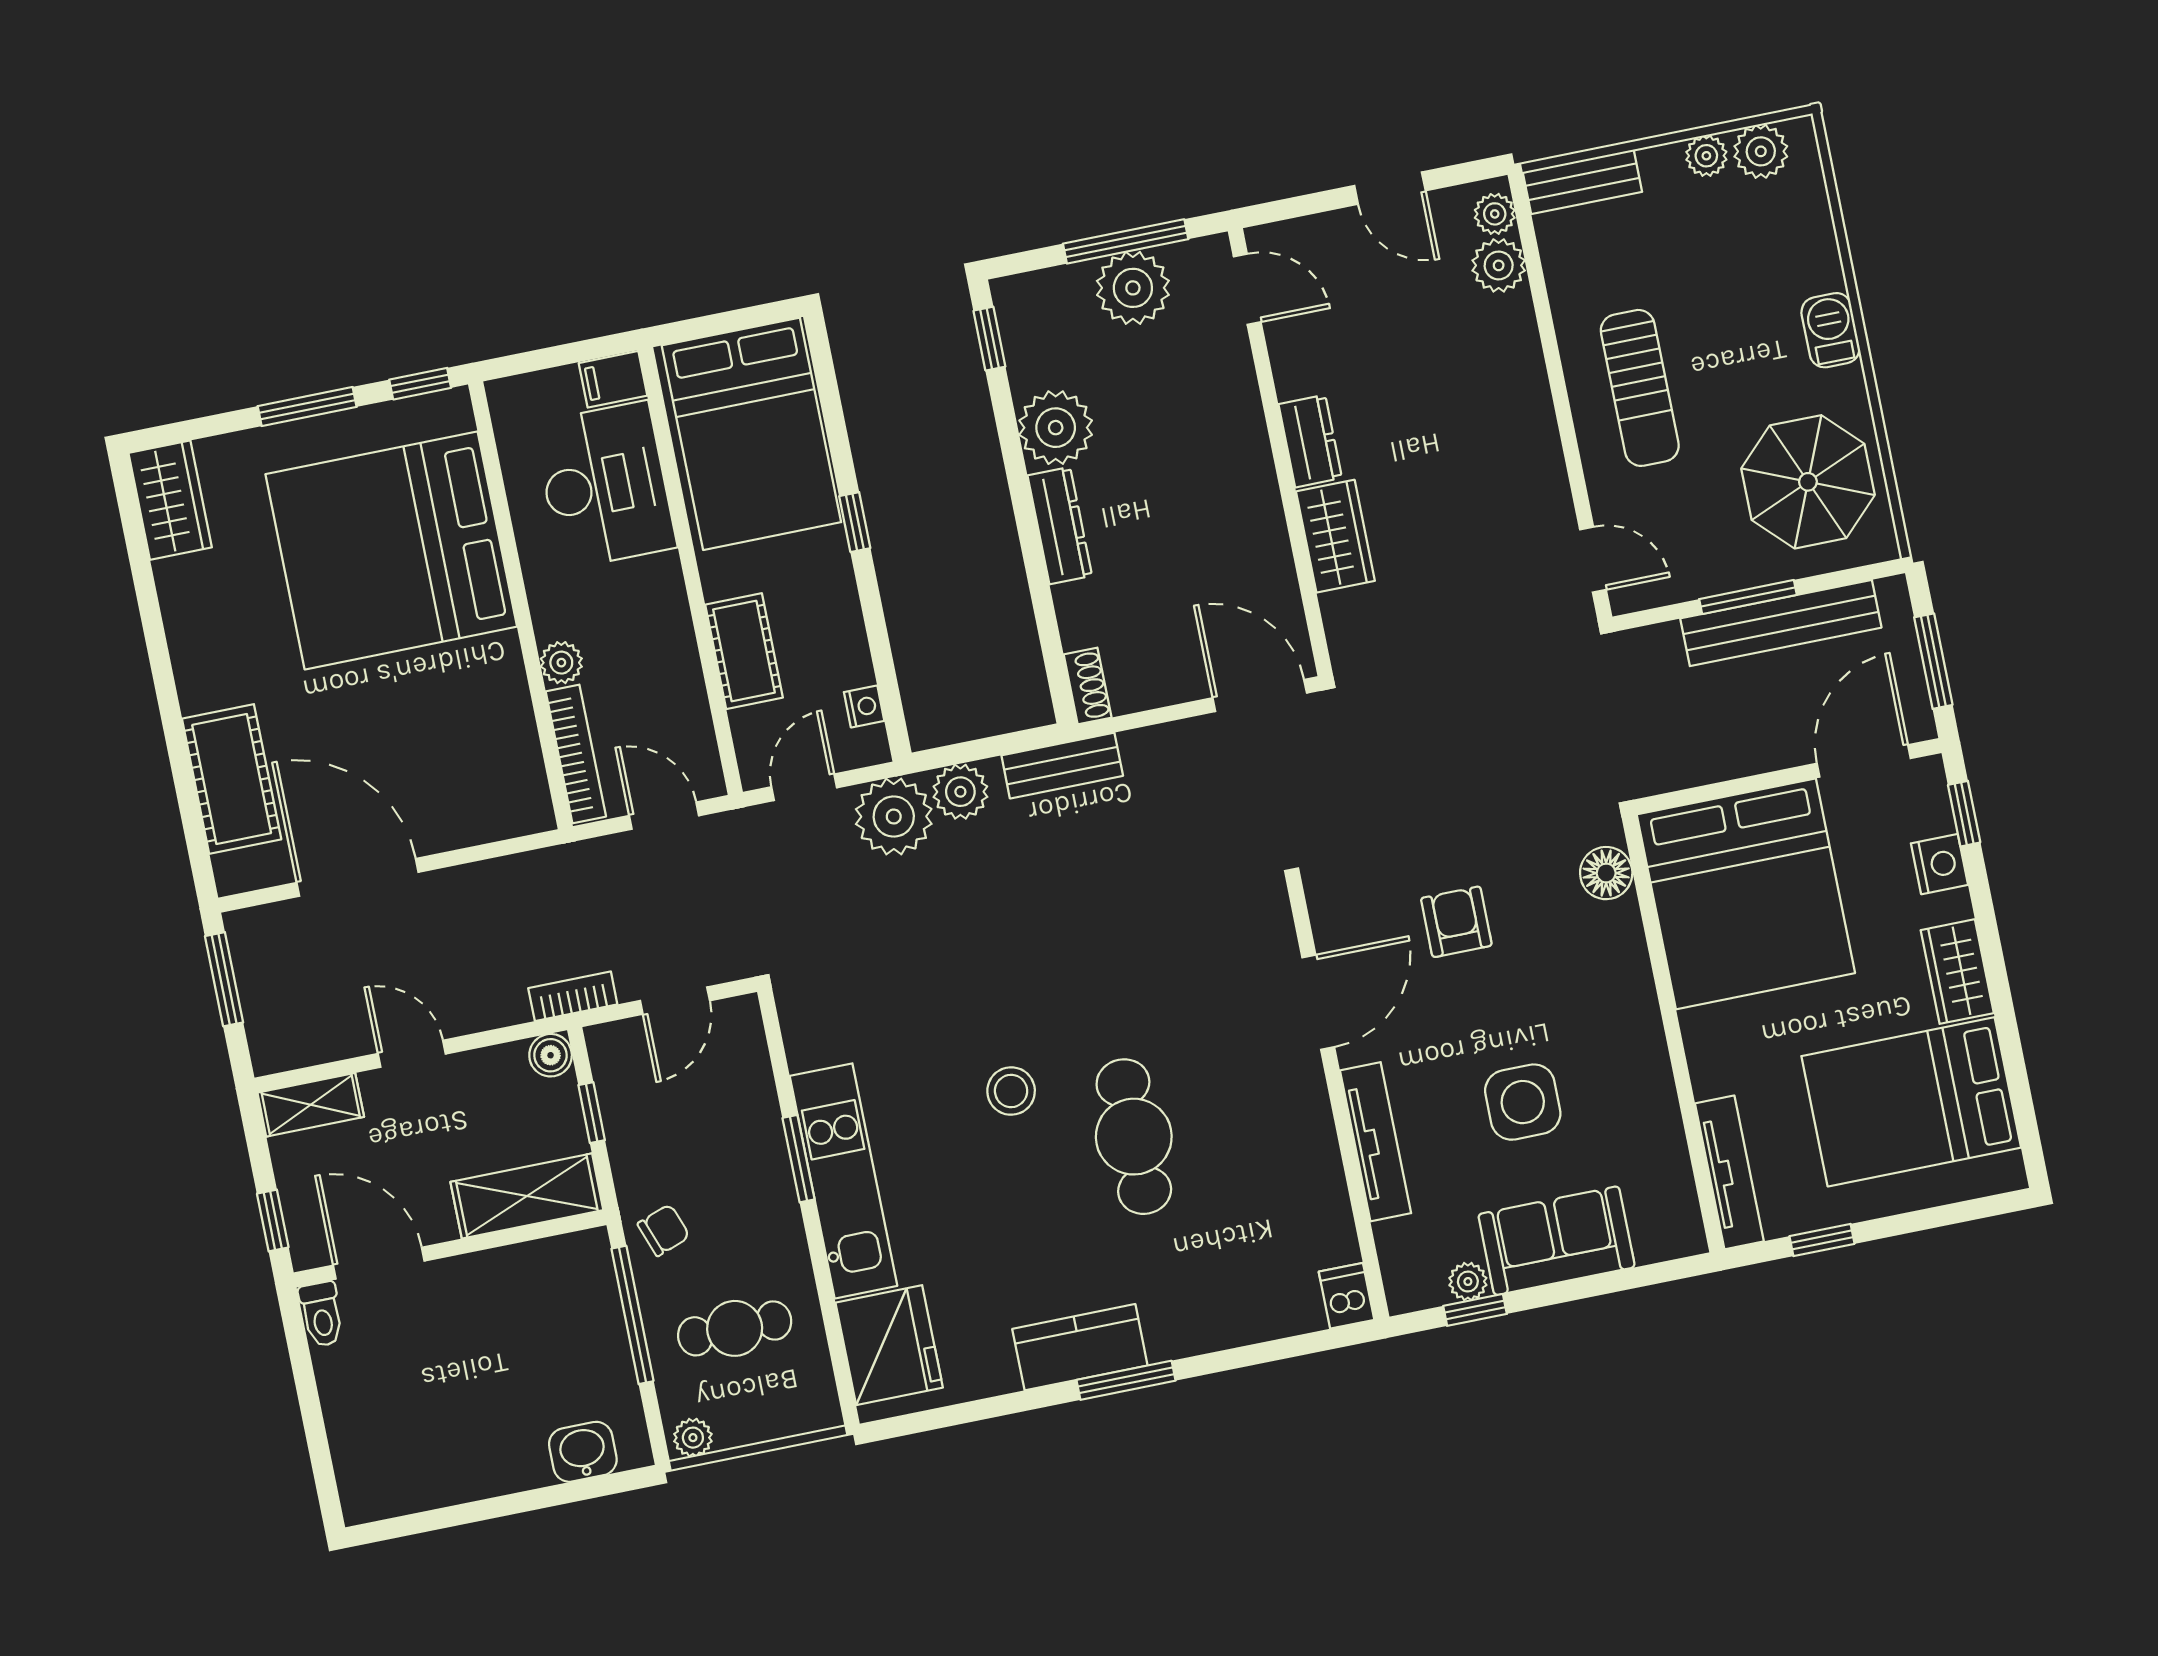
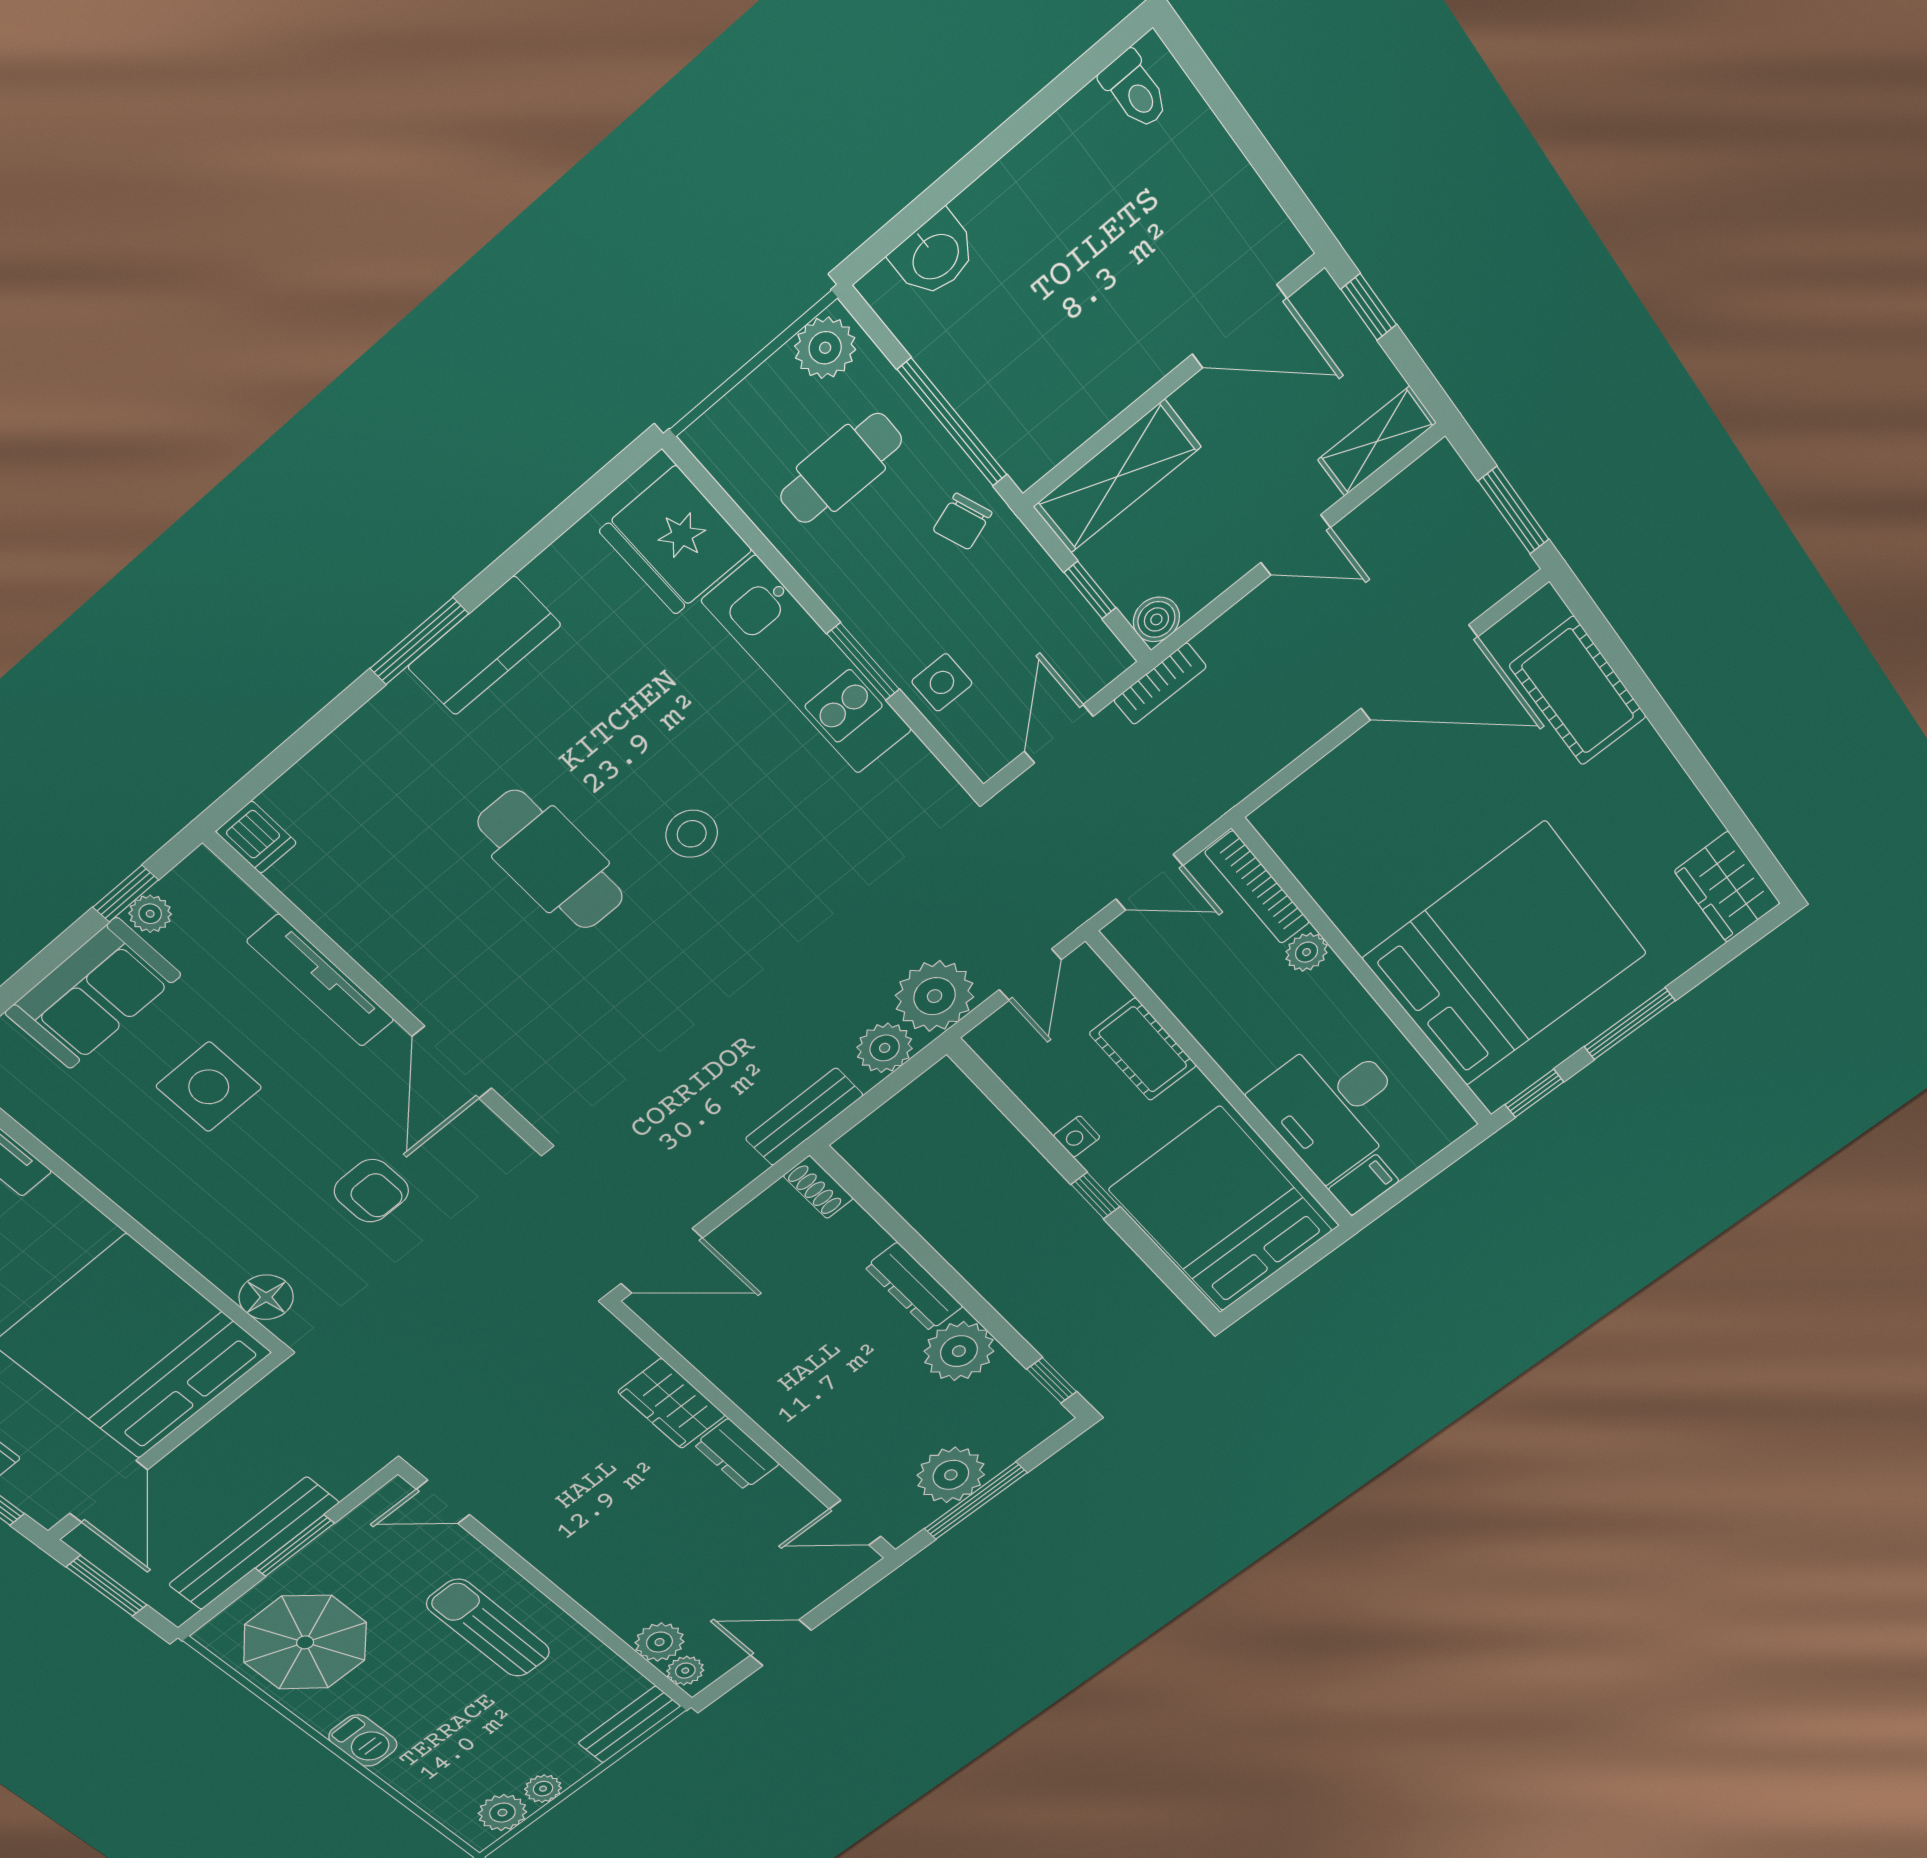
nightstand: (864, 706) -> (1077, 1137), moved
side table: (746, 1103) -> (942, 682), added
toilet: (321, 1314) -> (1135, 90), moved, turned 180
plant: (693, 1438) -> (825, 348), width x1.38, depth x1.38

